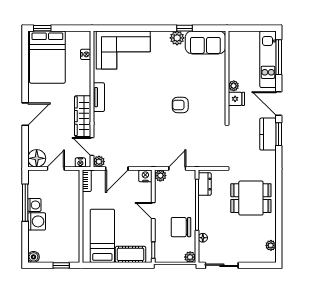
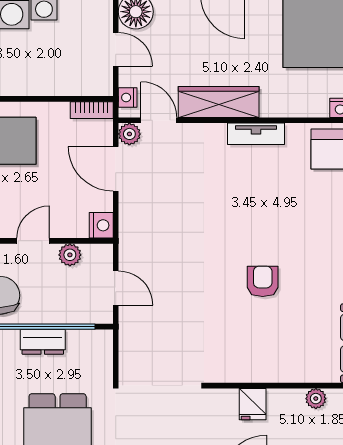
plant: (234, 86) -> (316, 399), moved
armchair: (180, 105) -> (263, 281), moved
door: (92, 147) -> (159, 120), hinge flipped
plant: (160, 176) -> (70, 255), moved
dresser: (205, 184) -> (43, 342), moved

